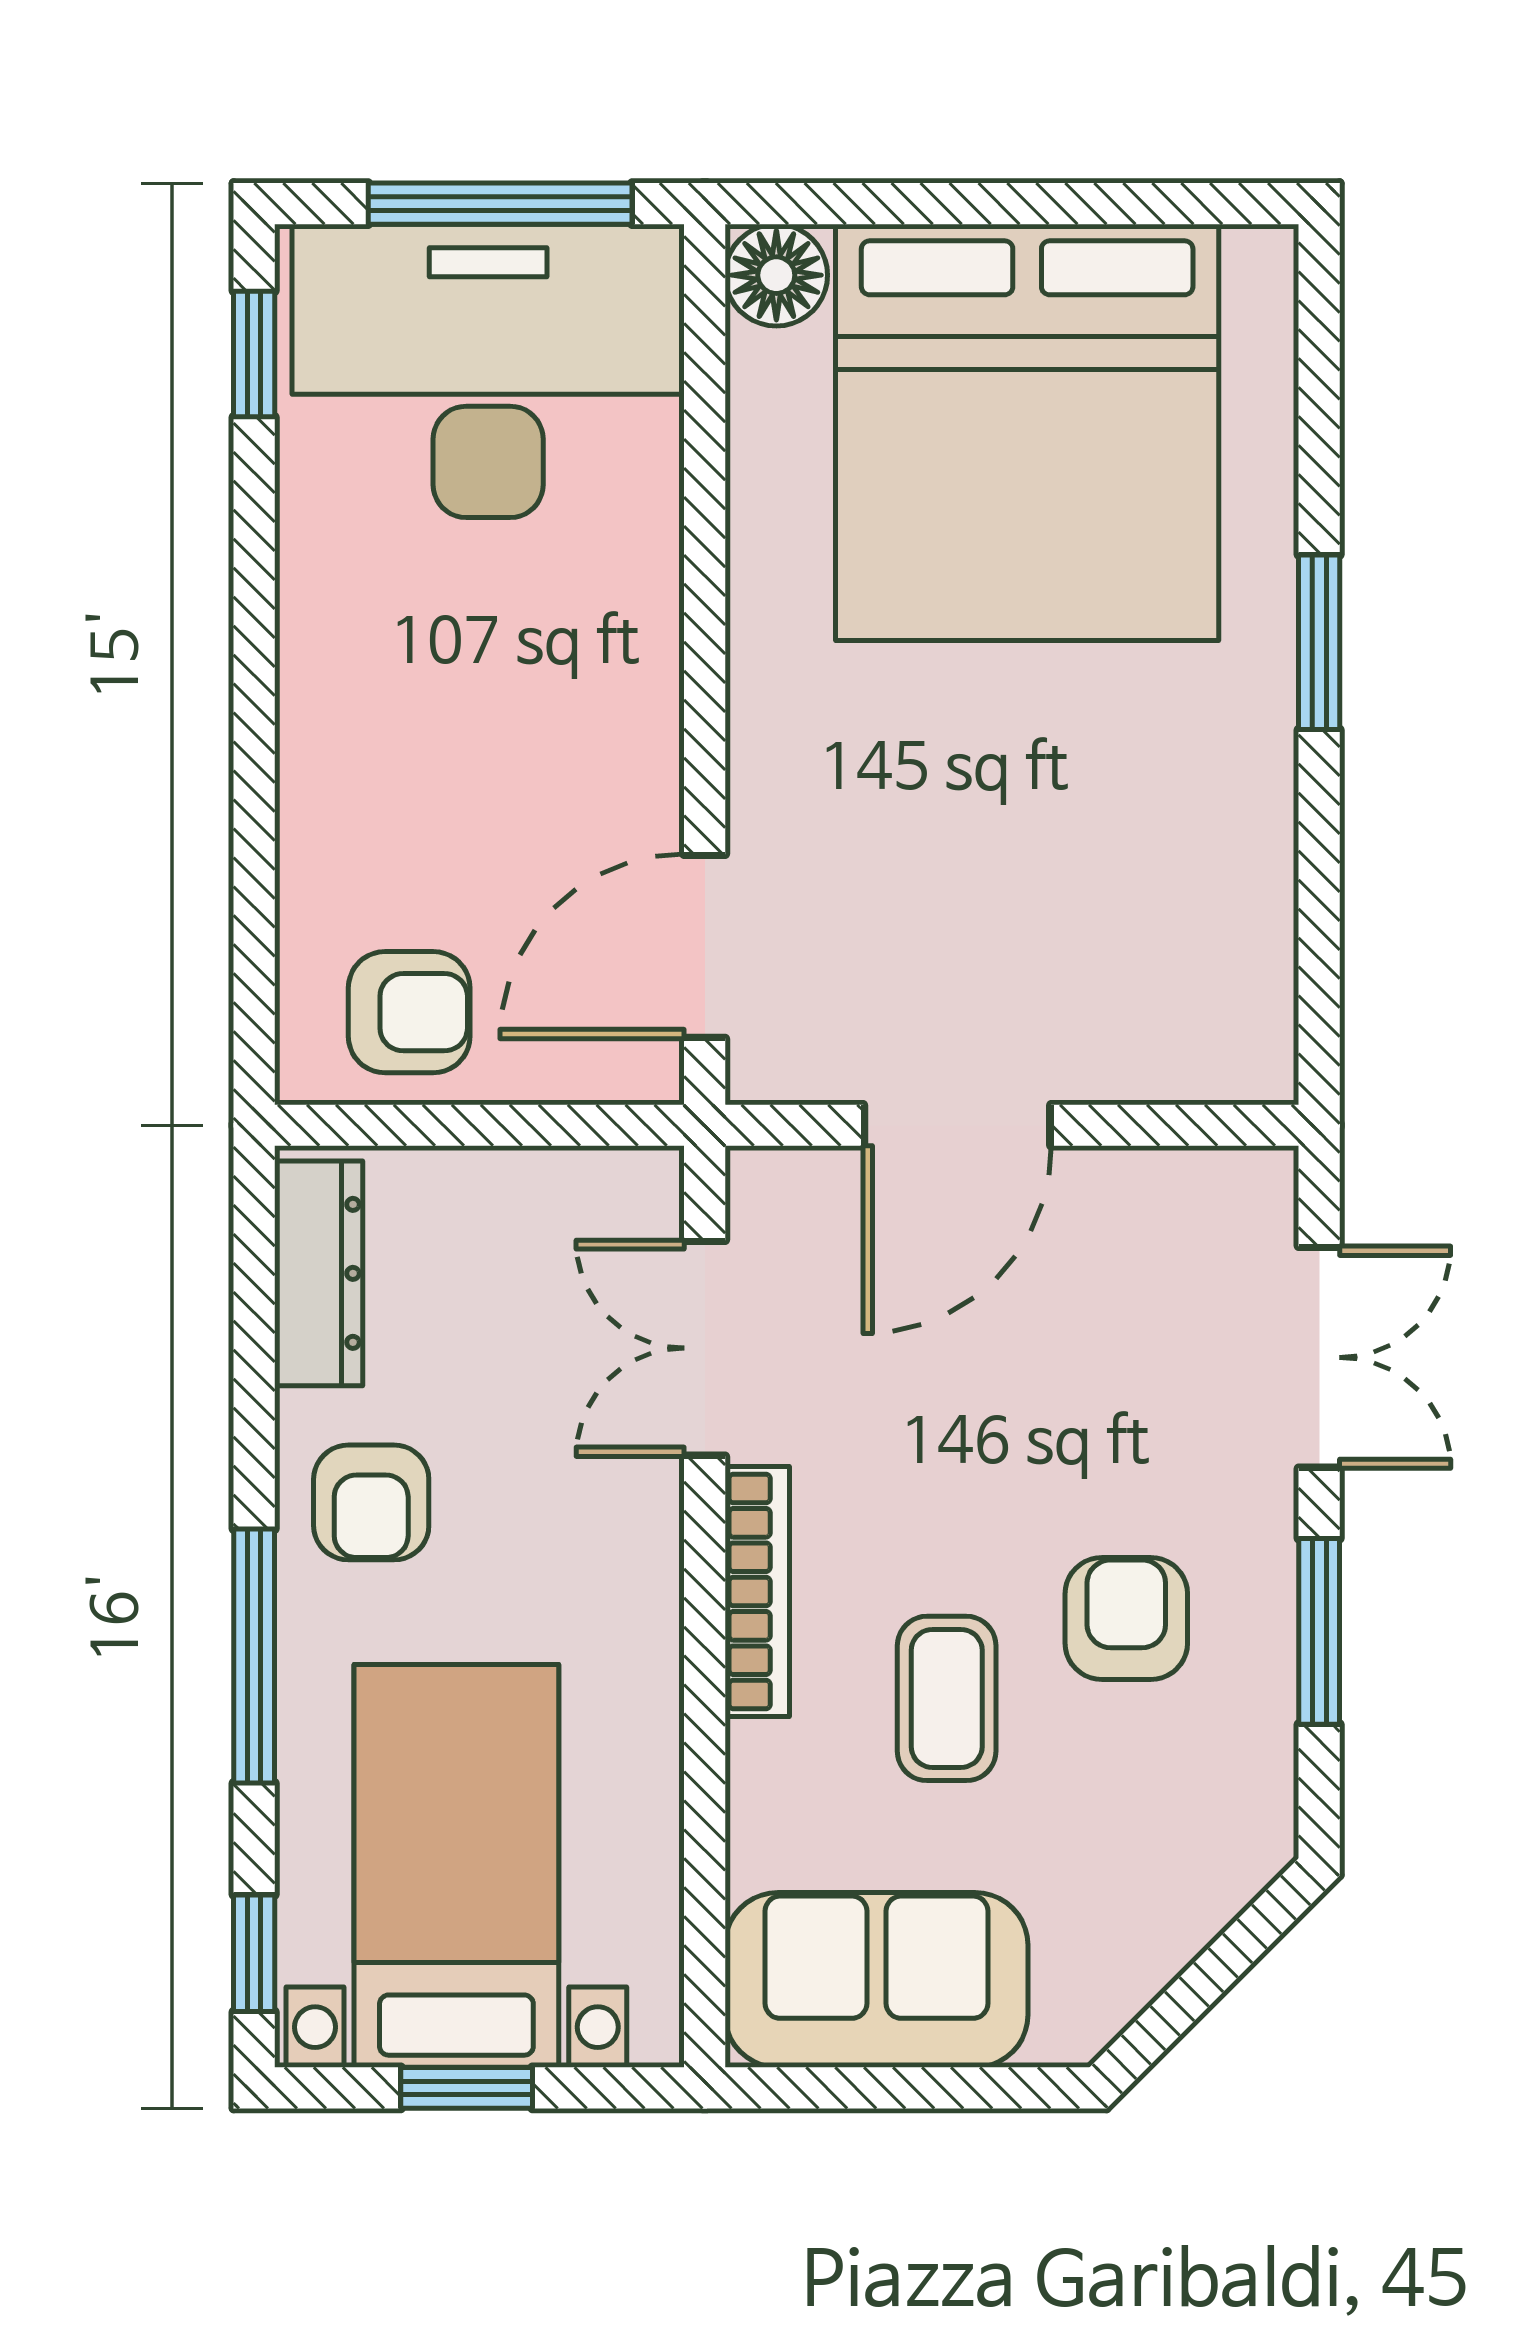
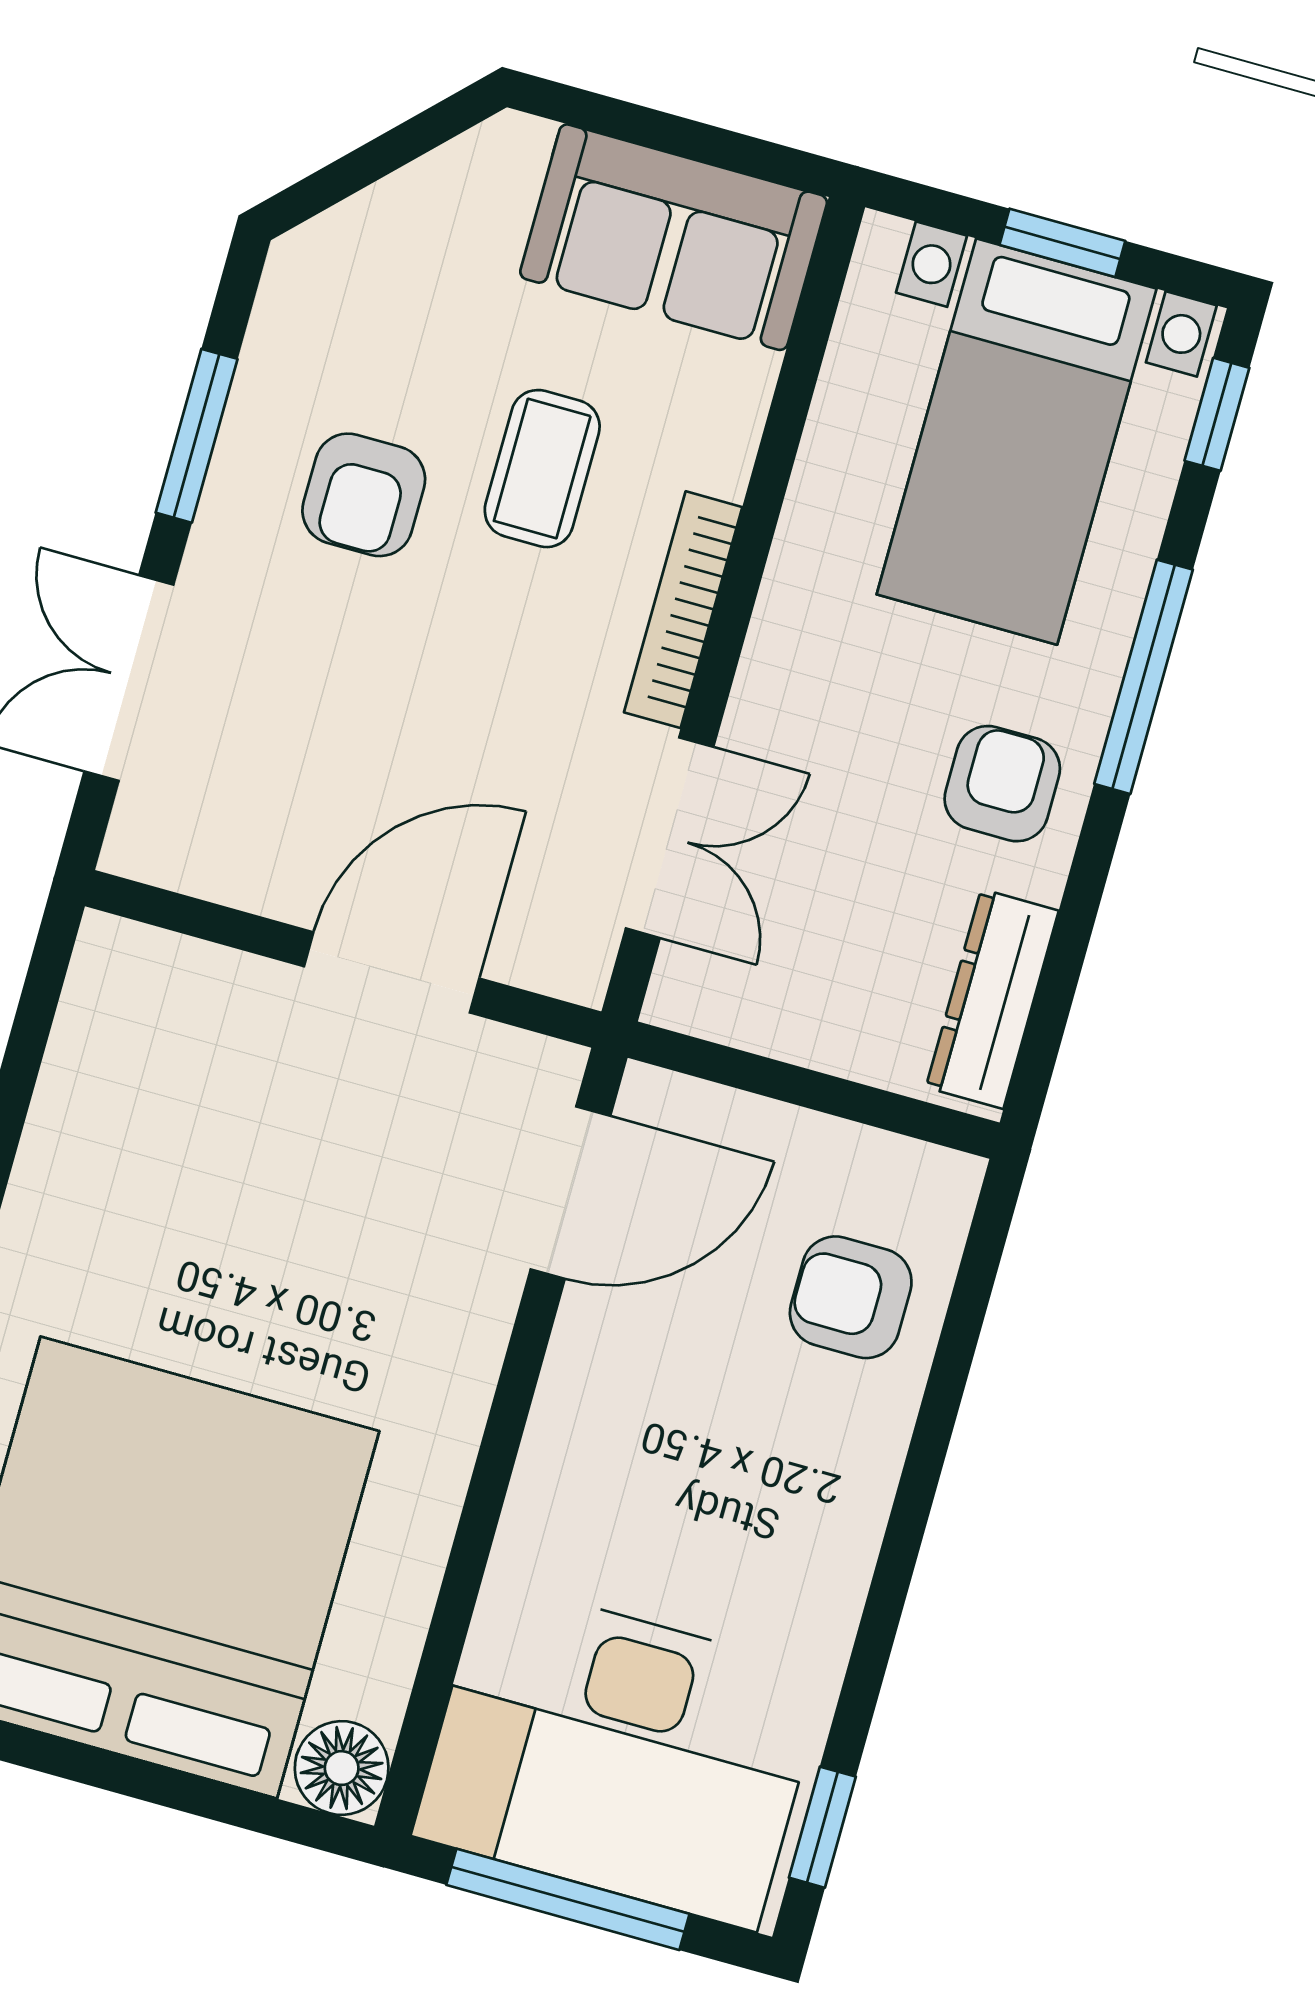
armchair: (409, 1012) -> (851, 1297), moved

